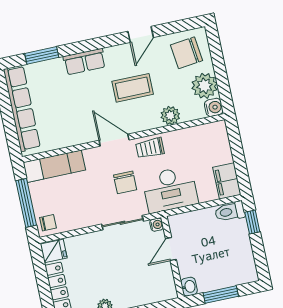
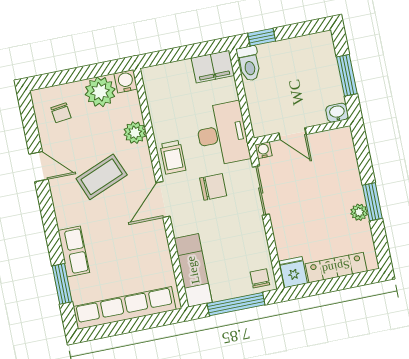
chair: (187, 53) -> (61, 113), width x0.54, depth x0.54
row of seats: (84, 62) -> (74, 252), moved
coffee table: (133, 88) -> (102, 177), turned 68

